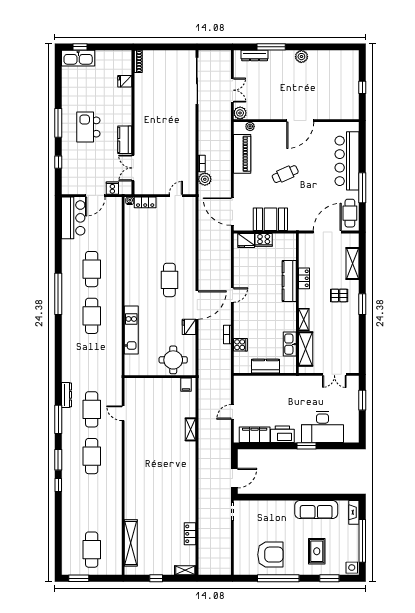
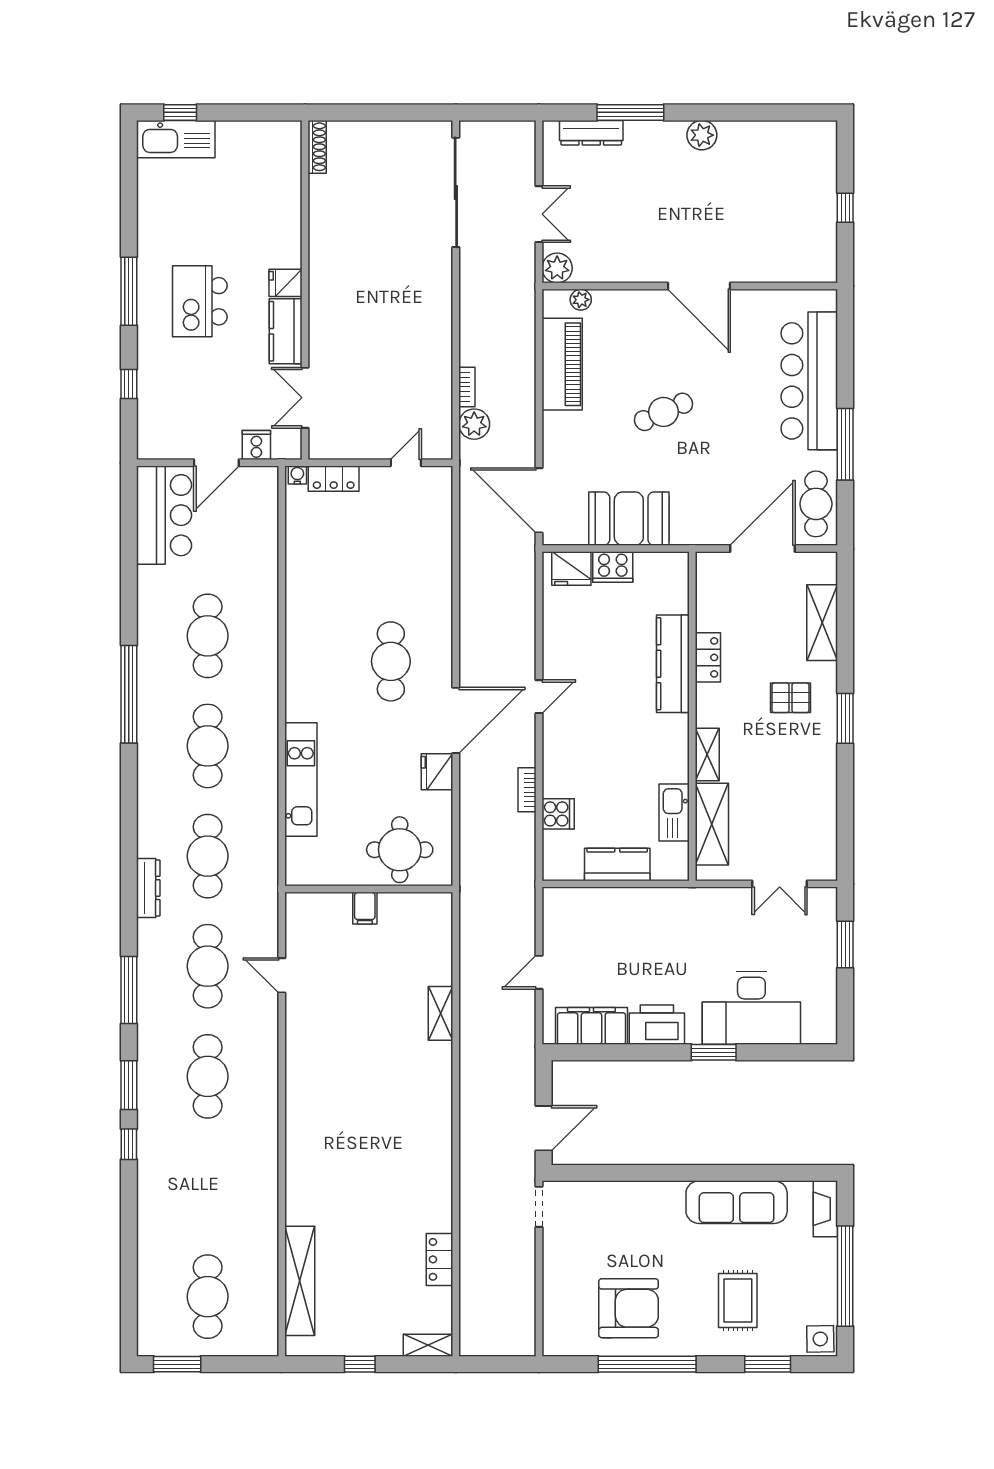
fridge: (125, 81) -> (286, 283), moved
door: (300, 121) -> (699, 286), hinge flipped
cafe table: (92, 363) -> (208, 856), added
filing cabinet: (186, 385) -> (365, 908), moved
dresser: (66, 395) -> (148, 888), moved

